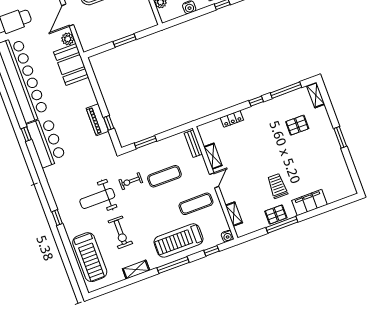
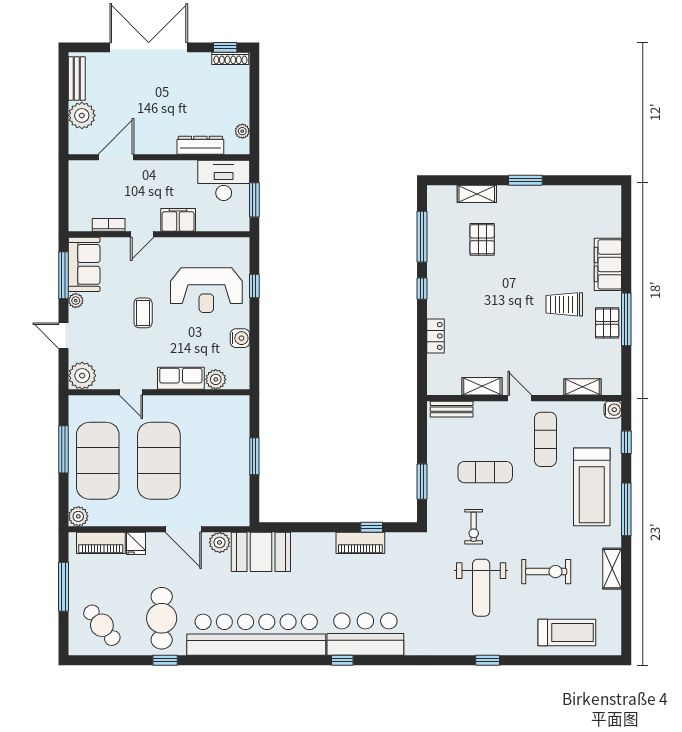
shelving: (316, 95) -> (477, 194), moved
exercise mat: (164, 176) -> (485, 472), turned 90
treadmill: (90, 257) -> (567, 633), width x0.73, depth x0.73

